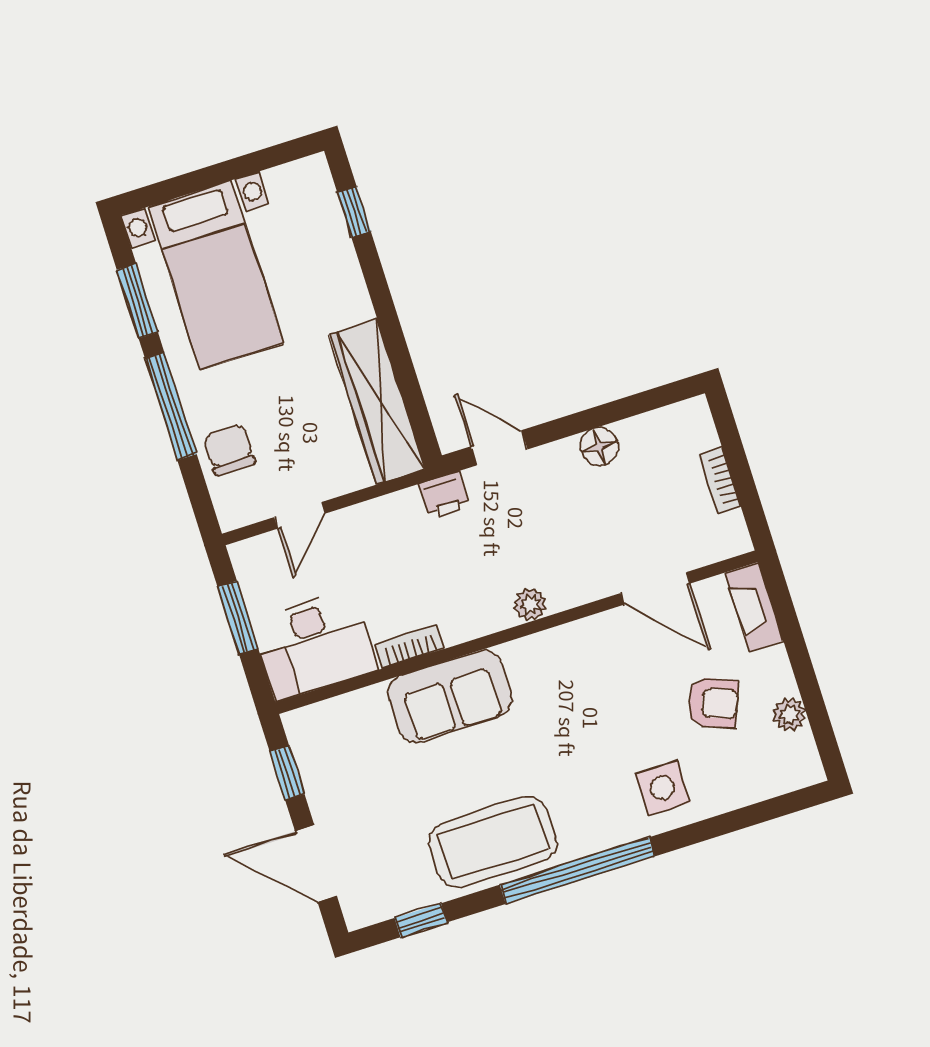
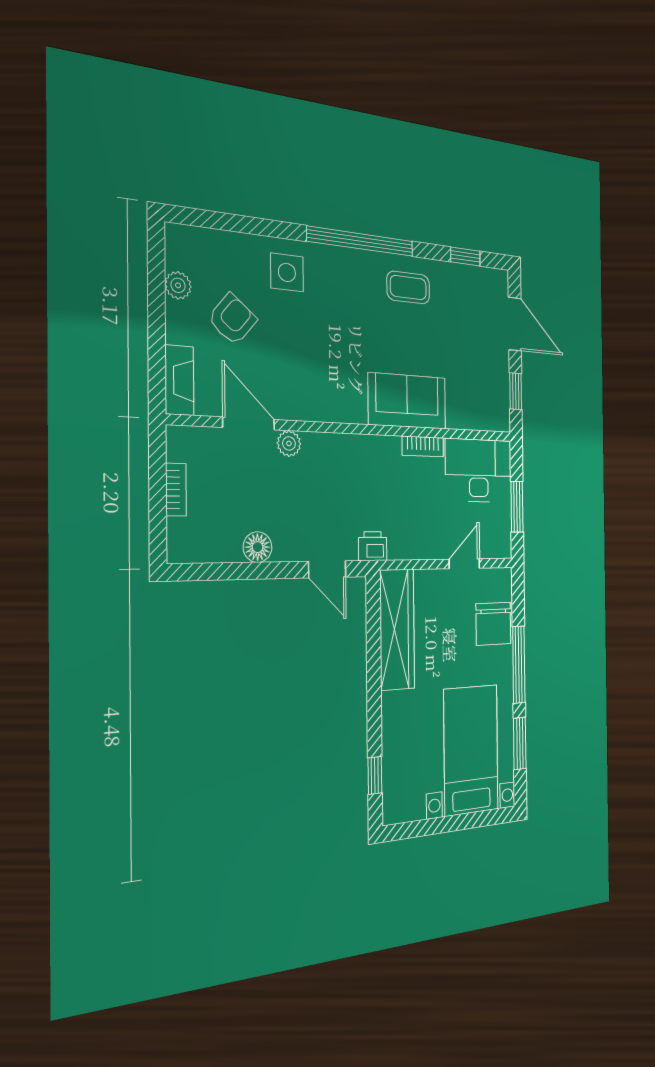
chair: (229, 450) -> (493, 624), width x1.37, depth x1.37
plant: (530, 604) -> (289, 443), moved
armchair: (713, 703) -> (232, 319), turned 109
coffee table: (493, 842) -> (408, 288), width x0.54, depth x0.58

